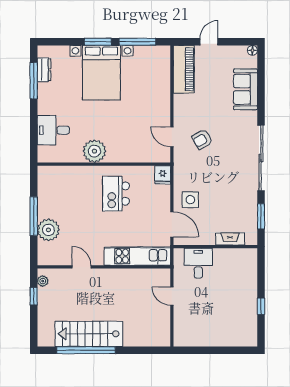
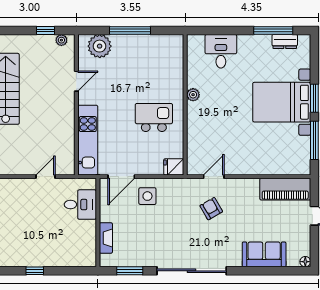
plant: (94, 151) -> (193, 95), width x0.53, depth x0.53
plant: (48, 230) -> (100, 46), moved

